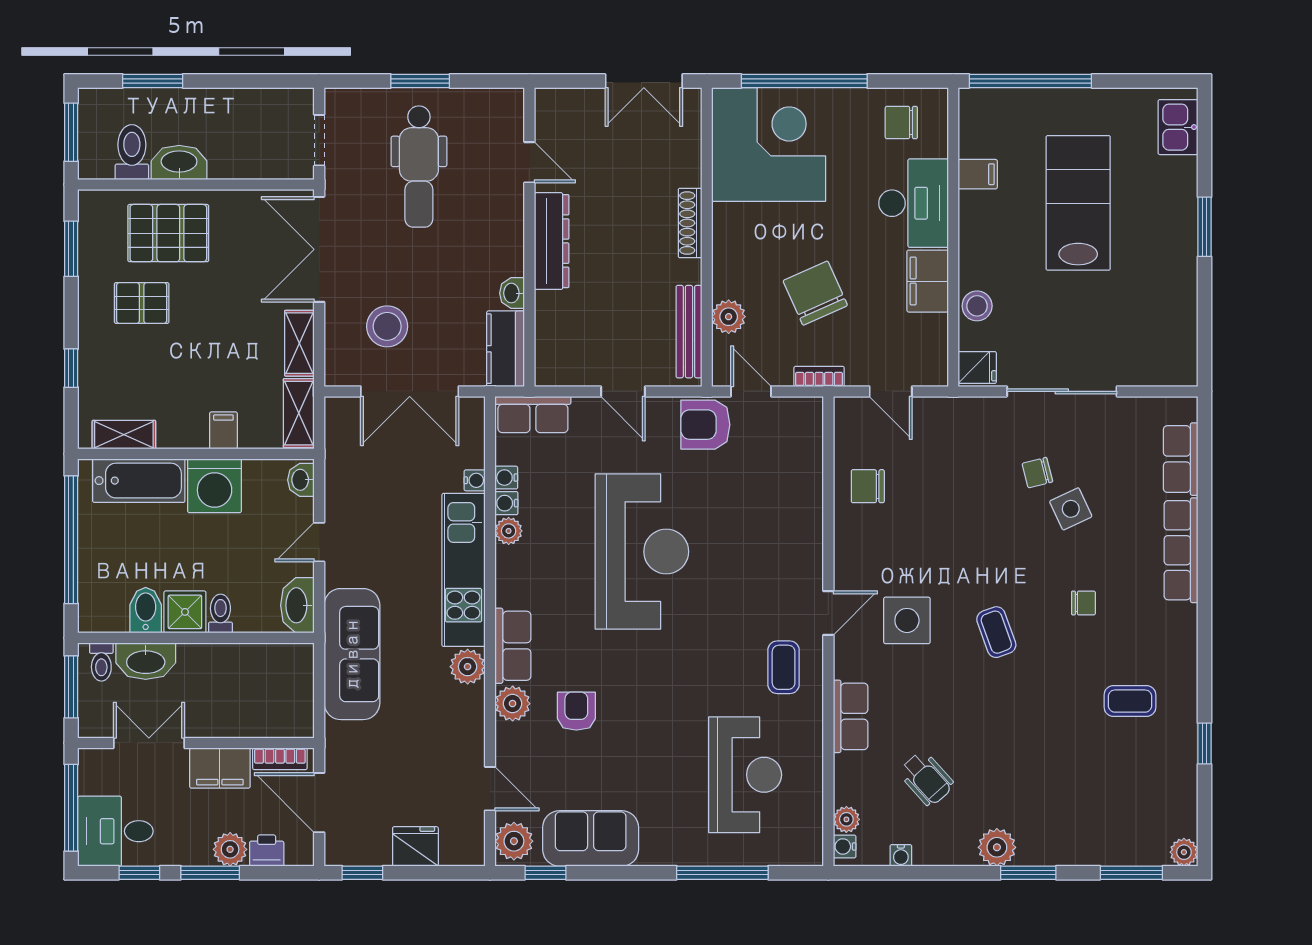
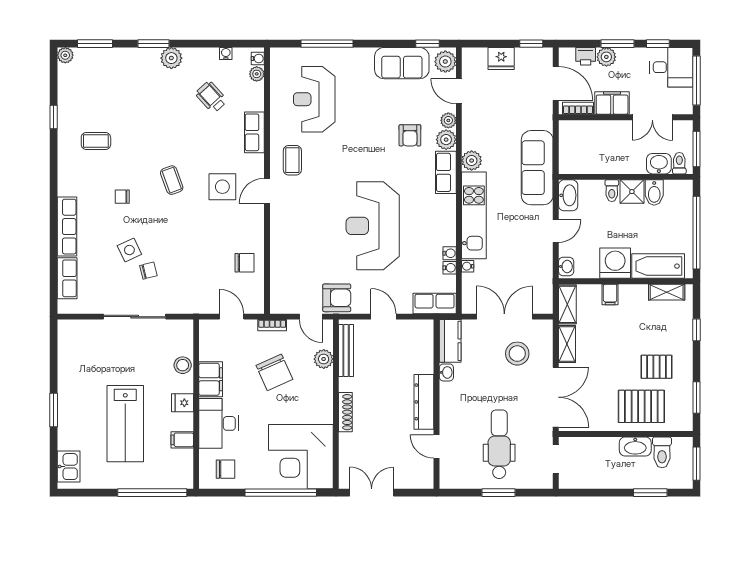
fridge: (977, 367) -> (183, 403), moved
plant: (509, 531) -> (448, 120), moved
washbasin: (146, 661) -> (659, 164), width x0.72

